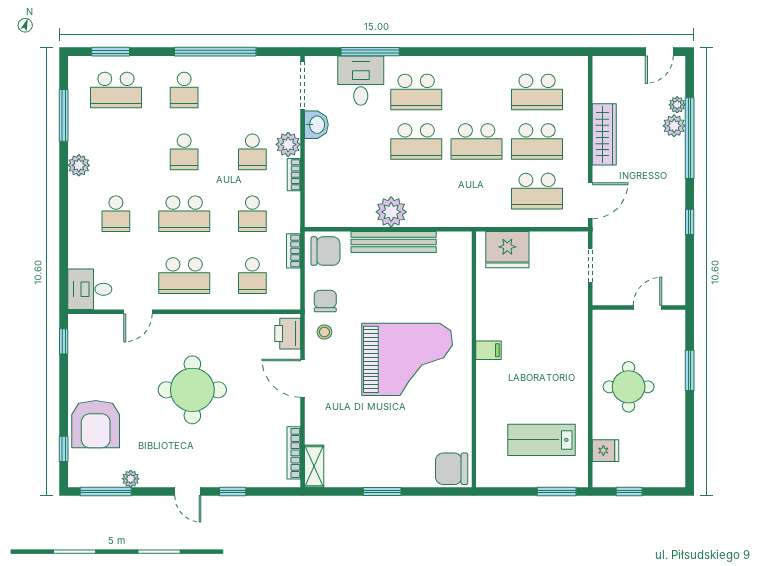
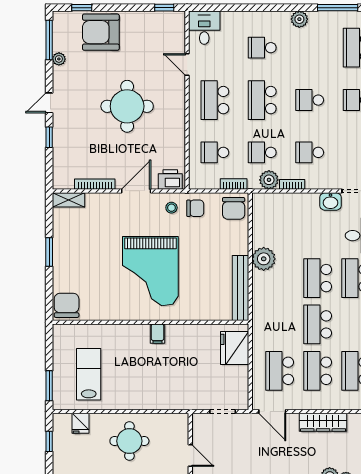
plant: (288, 144) -> (269, 180), moved
bench: (394, 242) -> (241, 288), moved
bookcase: (294, 453) -> (95, 184), moved

